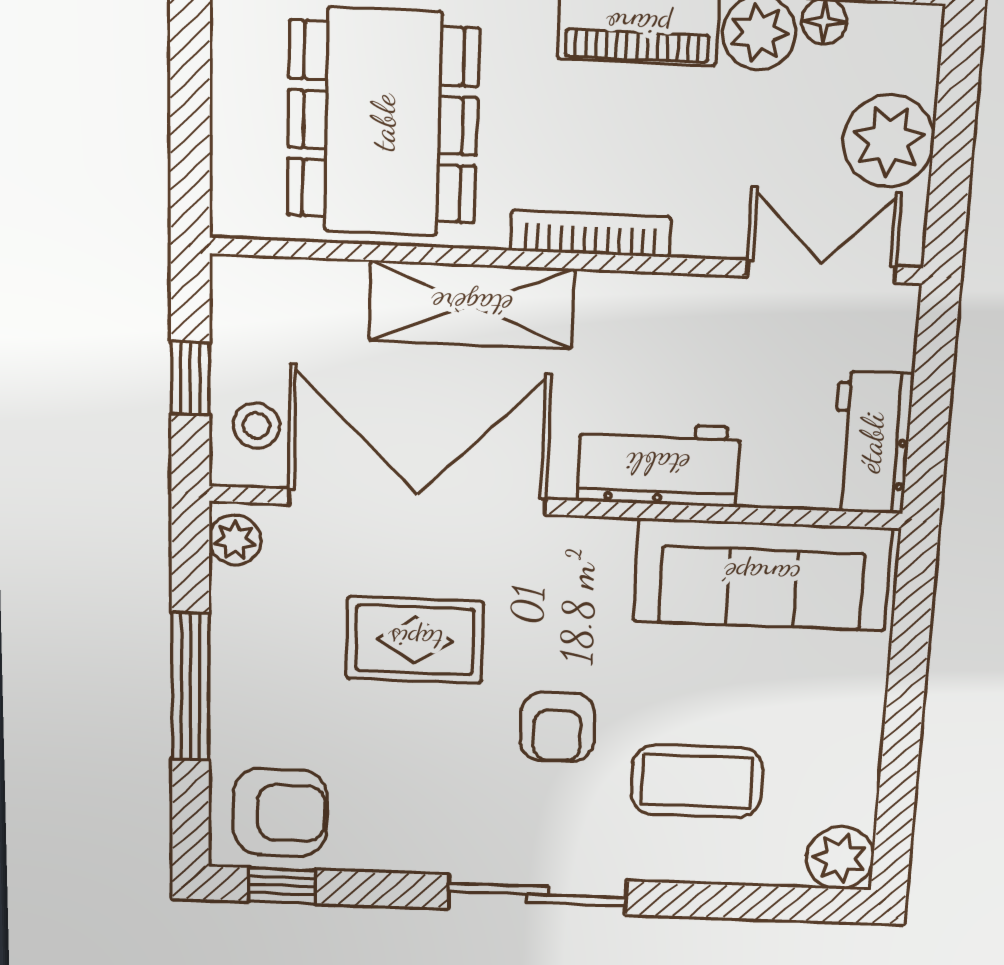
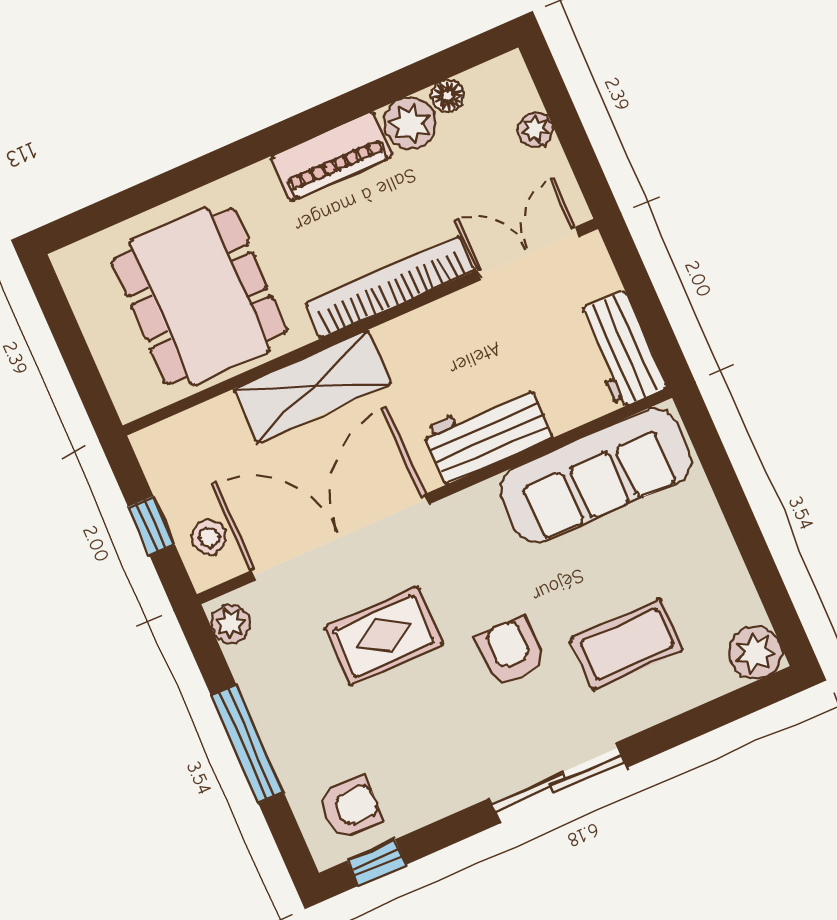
plant: (889, 141) -> (535, 129), width x0.53, depth x0.53
bookcase: (591, 234) -> (390, 287), width x1.48, depth x1.31
armchair: (557, 727) -> (511, 652), turned 180
armchair: (280, 813) -> (350, 808), width x0.72, depth x0.72

